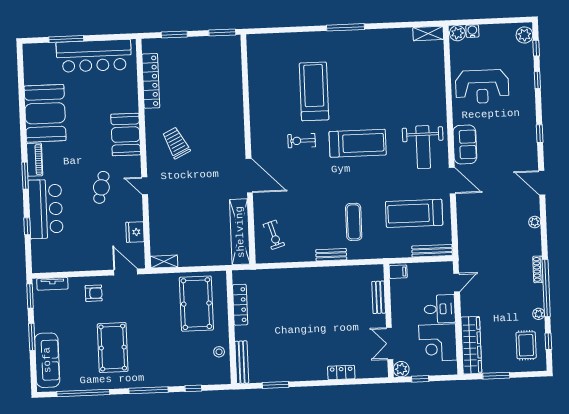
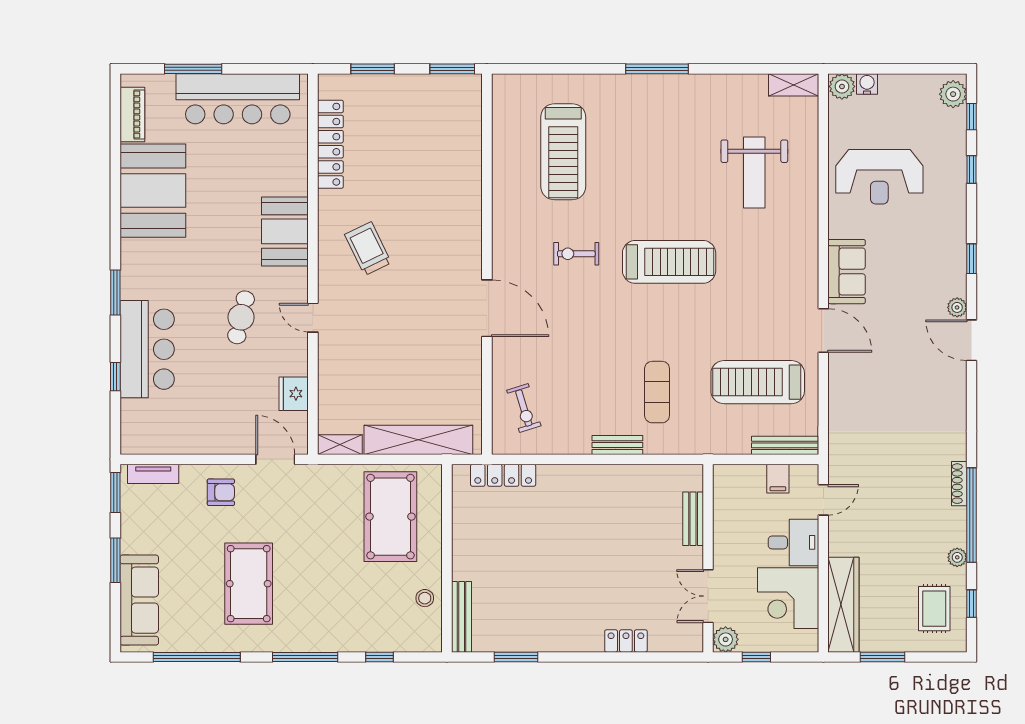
treadmill: (314, 91) -> (563, 152), moved, turned 180
weight bench: (423, 147) -> (754, 173), moved
piano: (35, 160) -> (132, 114), moved
plant: (535, 222) -> (957, 307), moved
shelving: (240, 232) -> (418, 440), moved, turned 90
filing cabinet: (398, 272) -> (778, 479), moved, turned 90
locker: (240, 305) -> (503, 475), moved, turned 90

